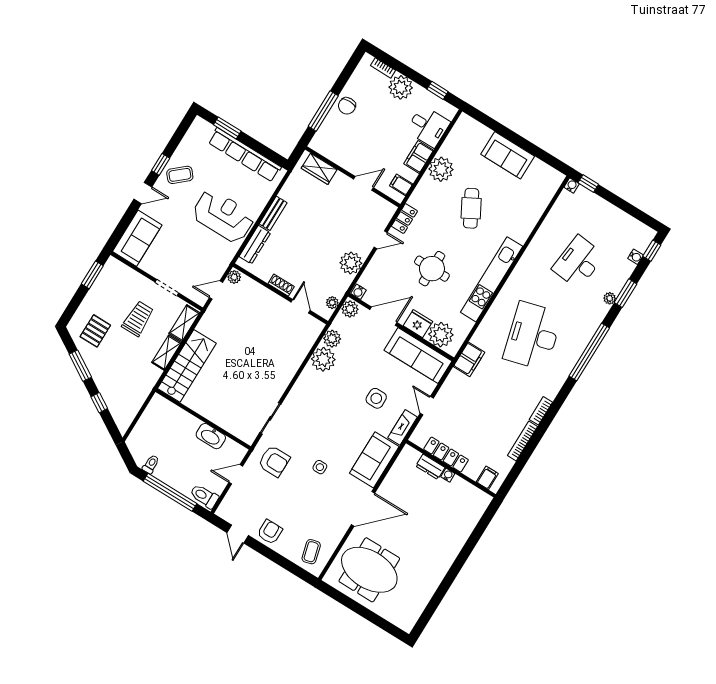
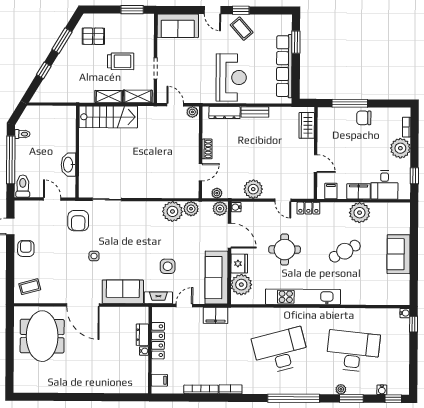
desk: (578, 262) -> (353, 351), width x1.36, depth x1.30
filing cabinet: (469, 359) -> (215, 315), moved
armchair: (270, 532) -> (26, 249), turned -90

